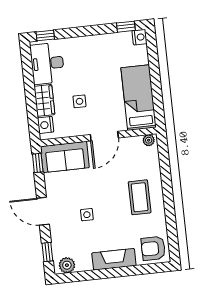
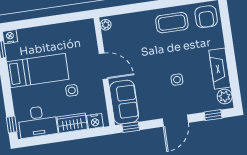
bed: (139, 98) -> (38, 70), moved, turned 180
coffee table: (140, 197) -> (172, 23), moved
fireplace: (114, 259) -> (220, 69), moved

